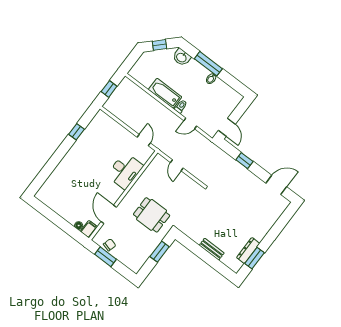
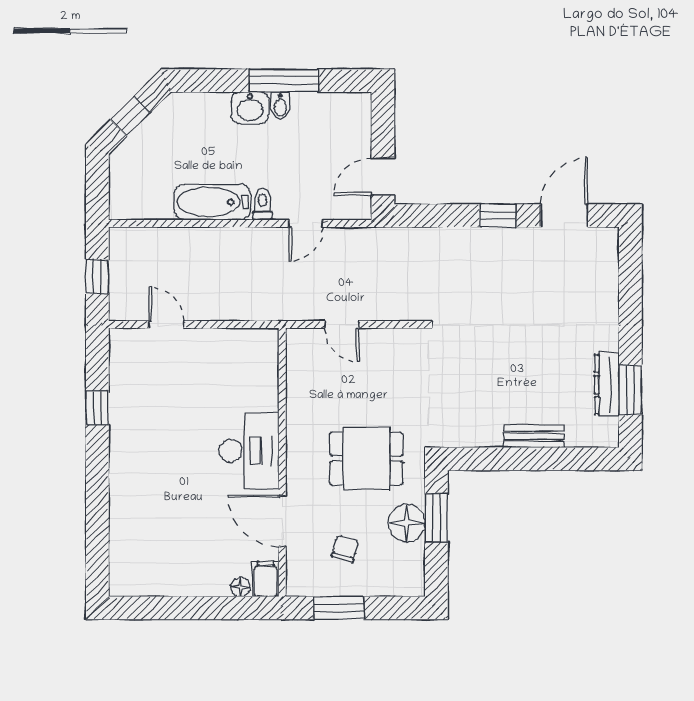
washbasin: (182, 57) -> (250, 108), moved
window: (208, 64) -> (284, 81), moved
door: (227, 127) -> (383, 177), swing flipped
door: (144, 140) -> (166, 325), moved
window: (244, 161) -> (498, 216), moved
desk: (125, 171) -> (249, 451), moved
chair: (110, 245) -> (345, 549), moved
floor lamp: (149, 246) -> (407, 523), added

